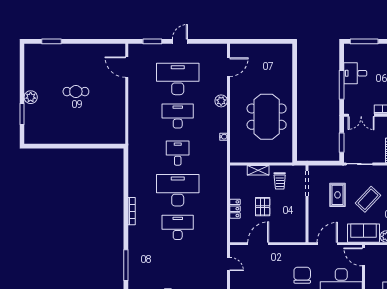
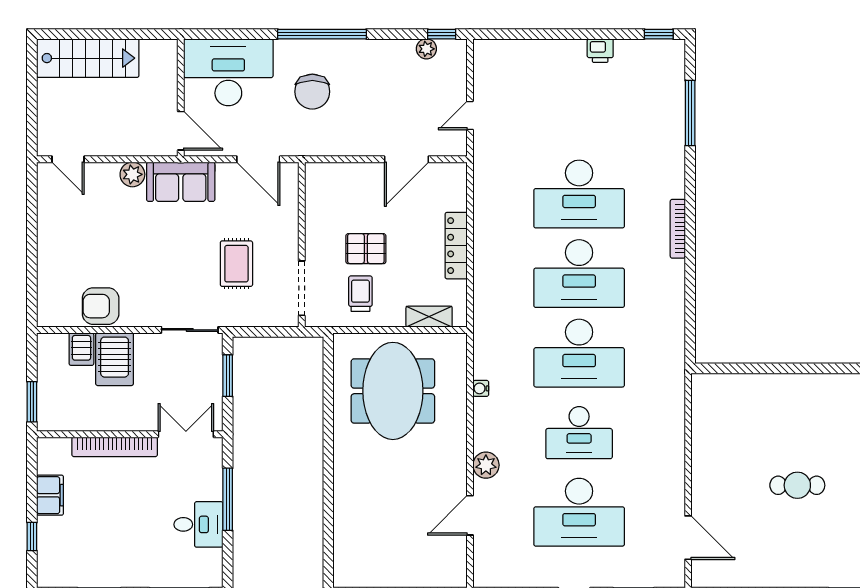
door: (229, 67) -> (470, 515), moved
meeting table: (267, 117) -> (393, 391), moved
desk: (178, 153) -> (579, 353), width x1.87, depth x1.30
shelving: (258, 170) -> (429, 317), moved
coffee table: (368, 199) -> (171, 254), removed
pallet: (263, 207) -> (366, 249), moved, turned 90
locker: (235, 209) -> (456, 246), width x1.53
desk: (178, 227) -> (579, 194), width x1.36, depth x1.30
door: (327, 244) -> (258, 159), hinge flipped
door: (229, 264) -> (470, 115), hinge flipped

